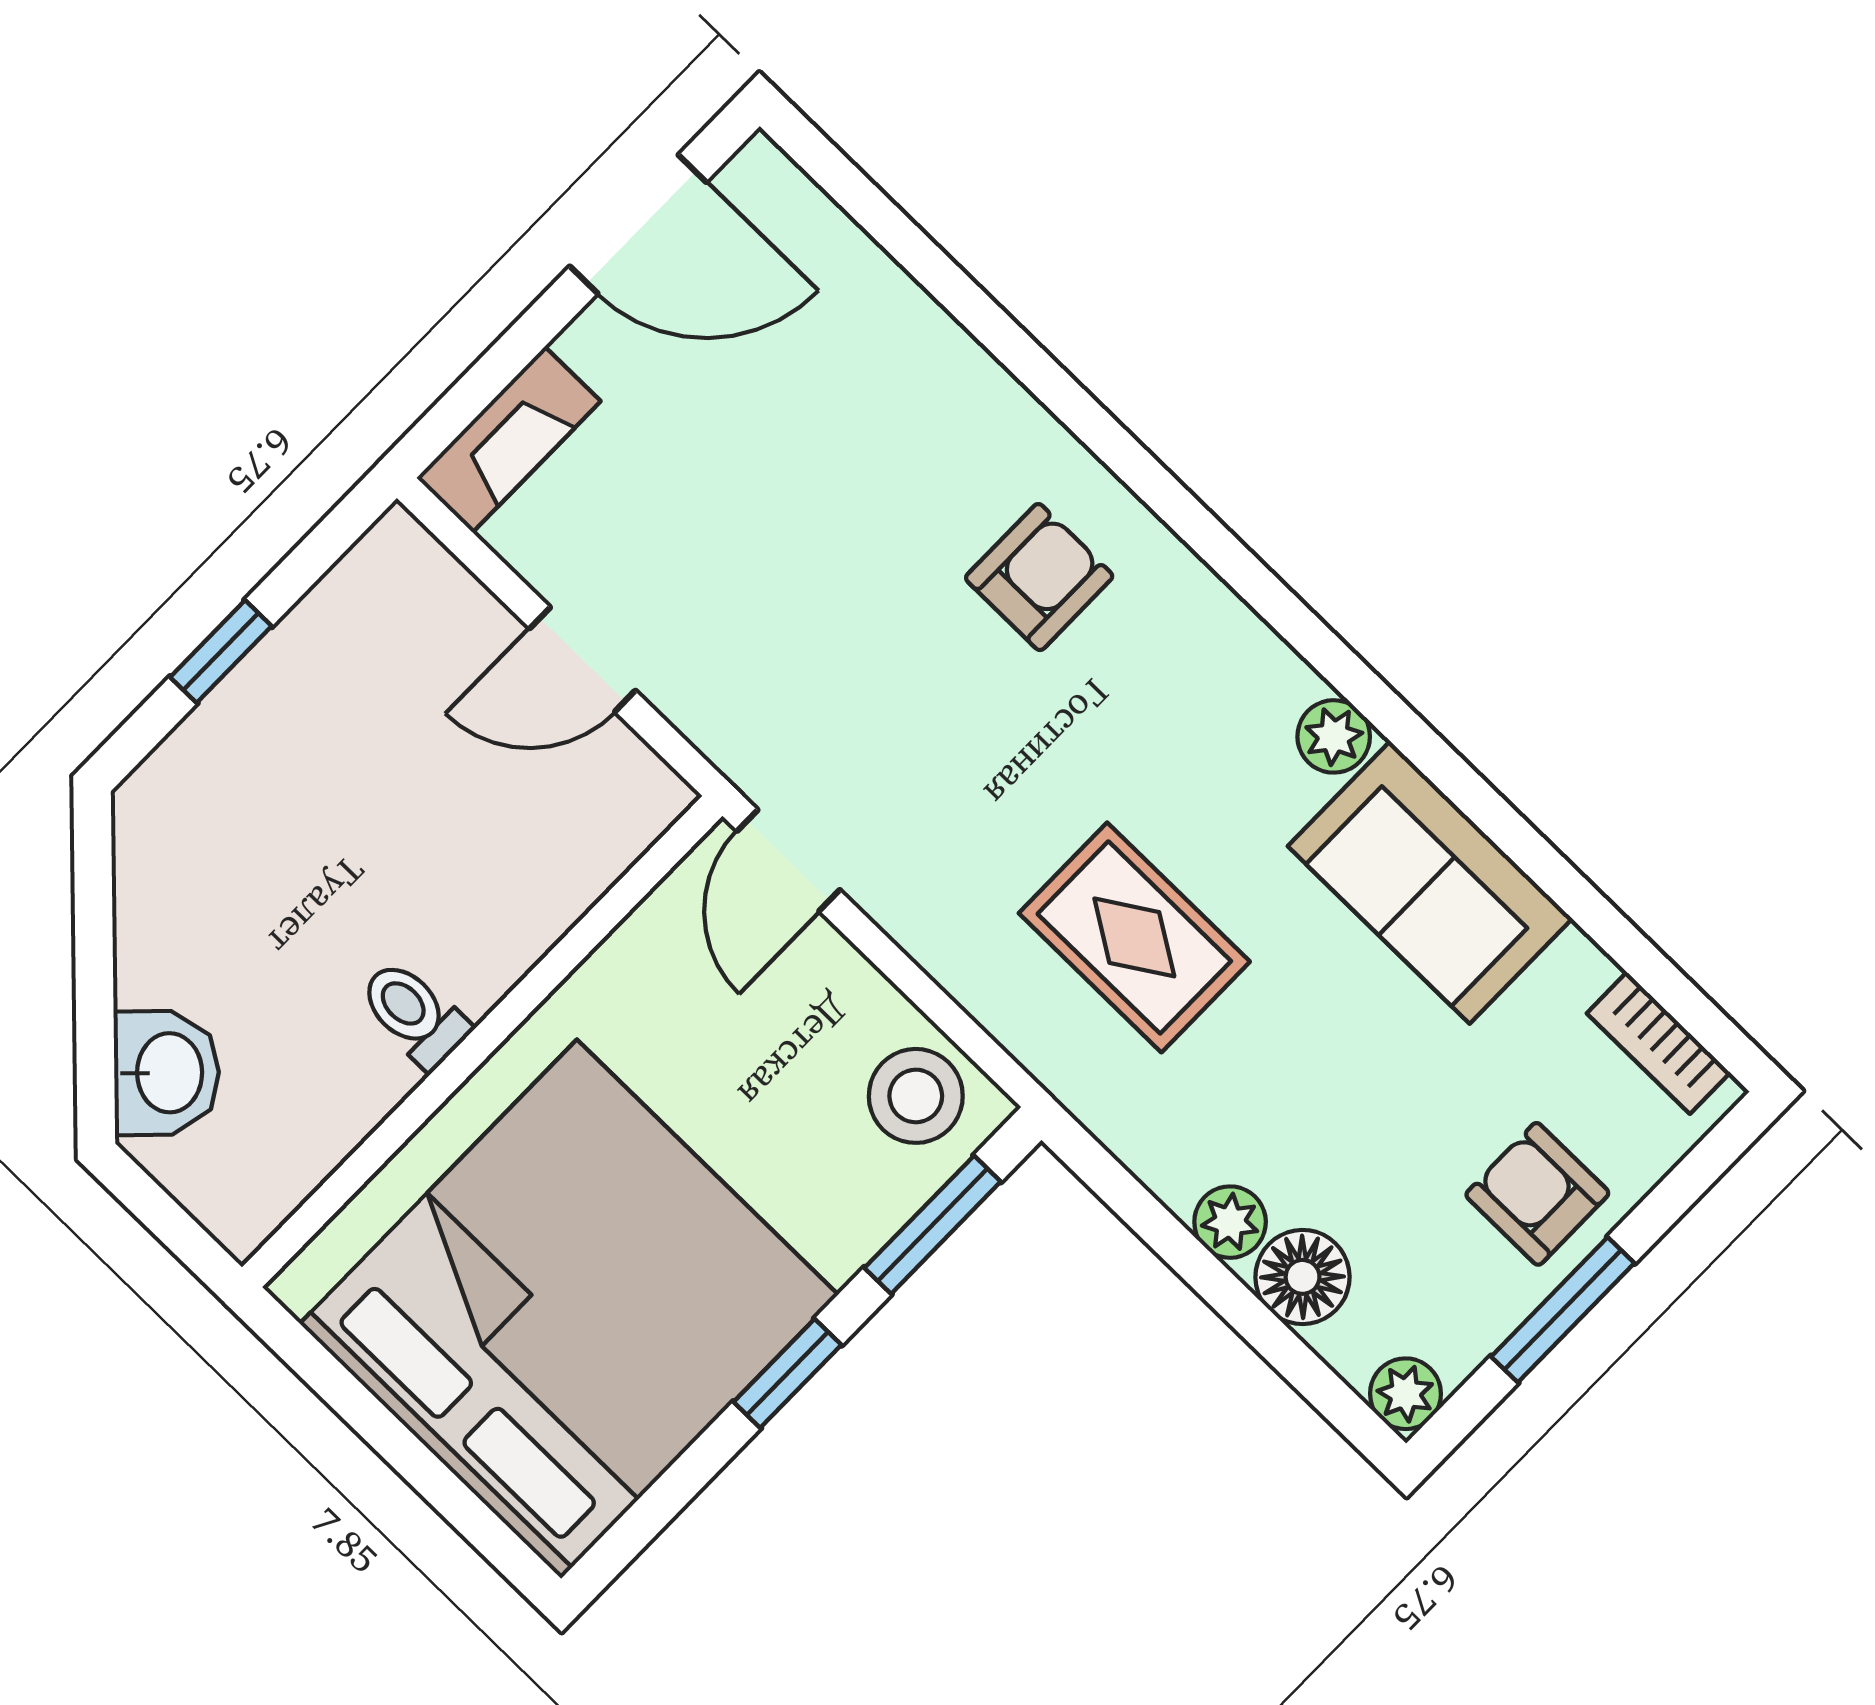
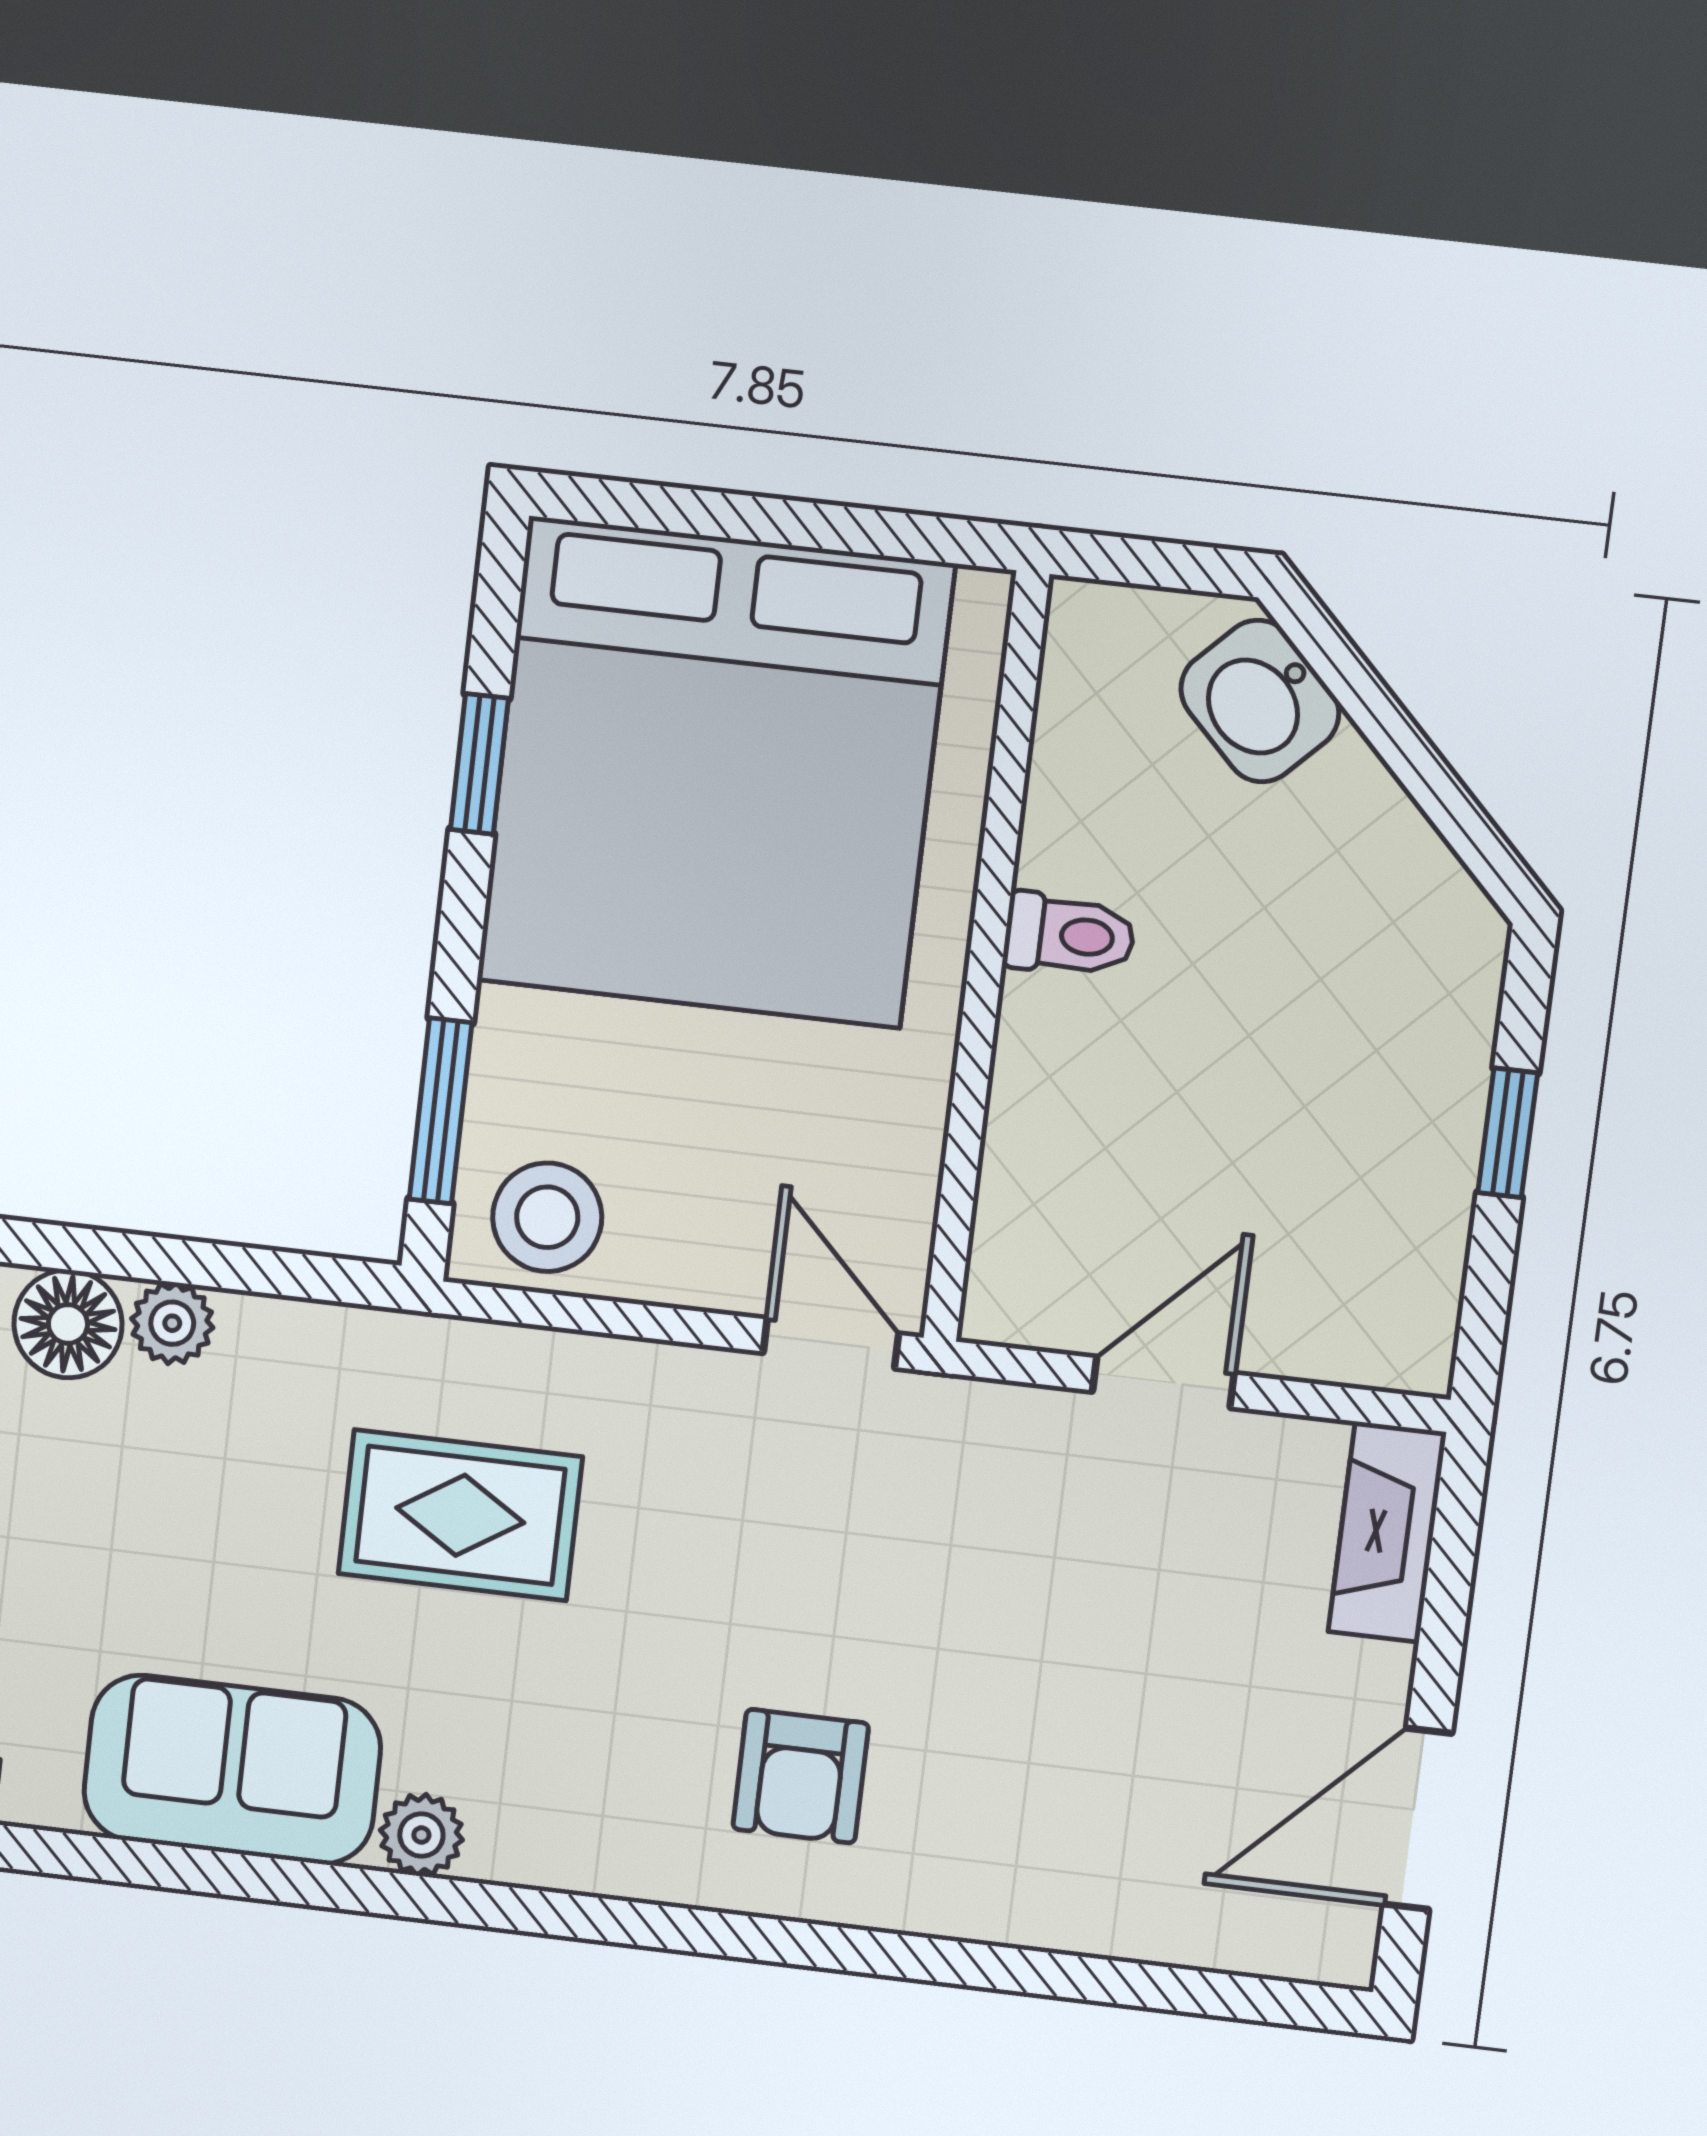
window: (787, 1373) -> (479, 764), moved

